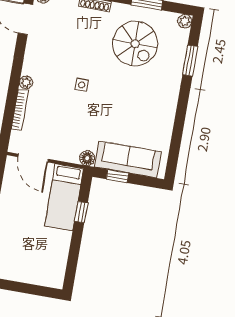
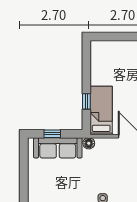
window: (117, 176) -> (52, 134), moved

